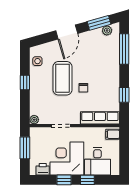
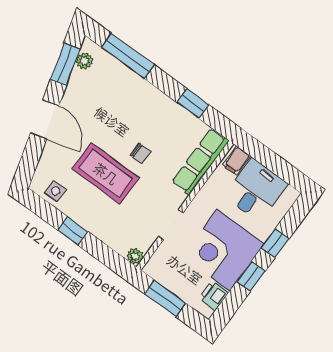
desk: (97, 161) -> (256, 190), moved, turned -90

